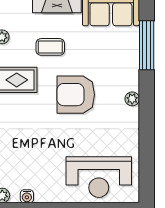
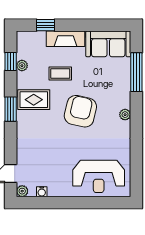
armchair: (76, 95) -> (80, 111), turned 103

